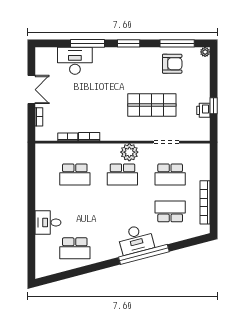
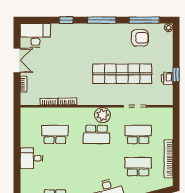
window: (87, 43) -> (66, 20), width x0.46
window: (129, 43) -> (102, 20), width x1.44
desk: (75, 61) -> (35, 35), moved
shop shelf: (152, 105) -> (122, 74), width x1.40
school desk: (75, 174) -> (55, 134), turned 180
school desk: (170, 174) -> (138, 134), turned 180
desk: (48, 222) -> (31, 158), moved

